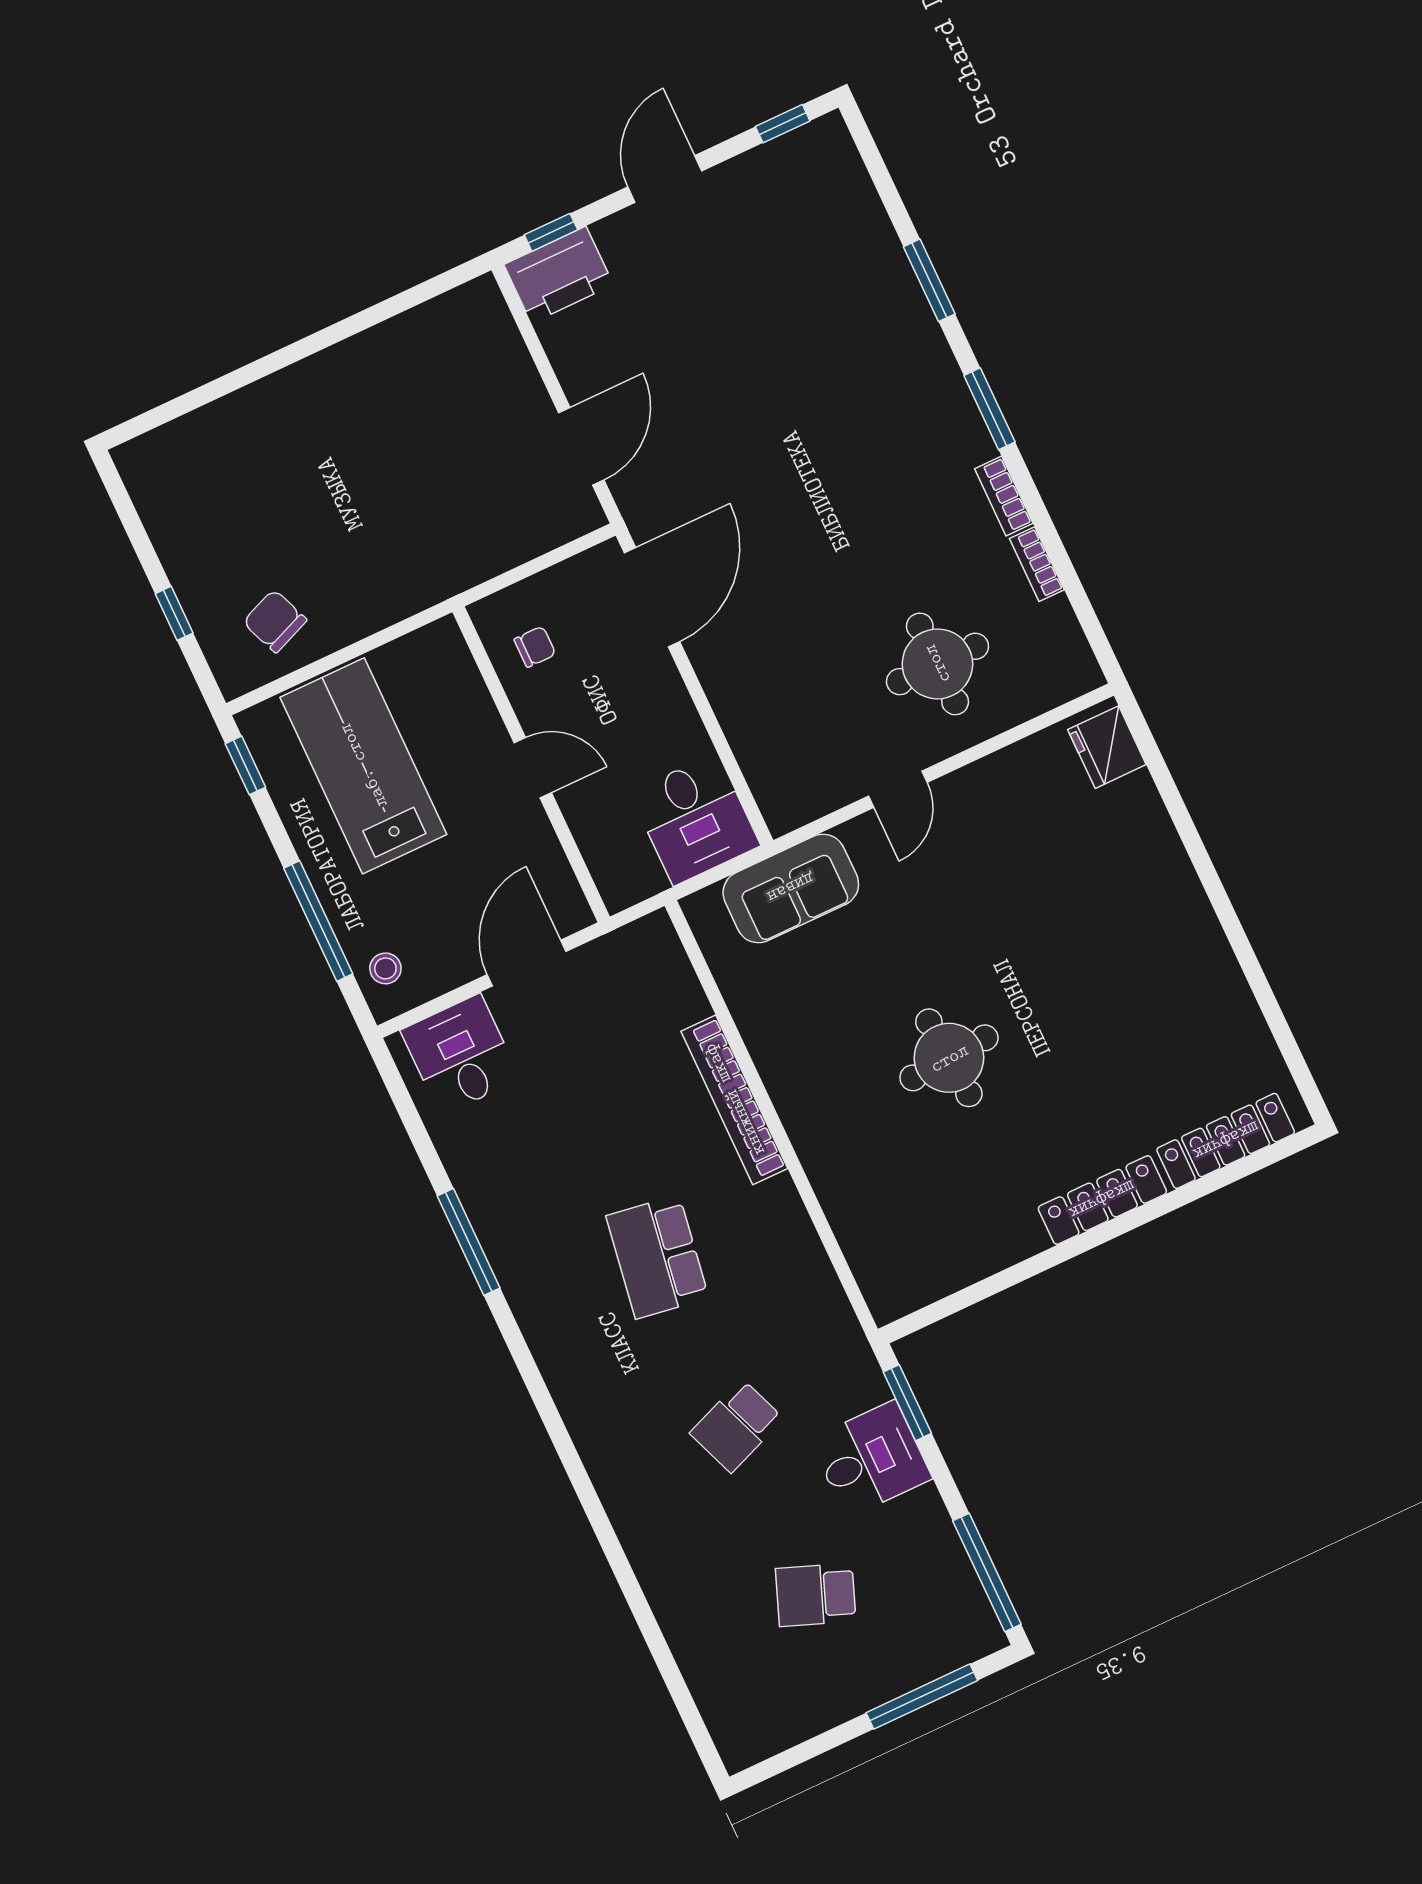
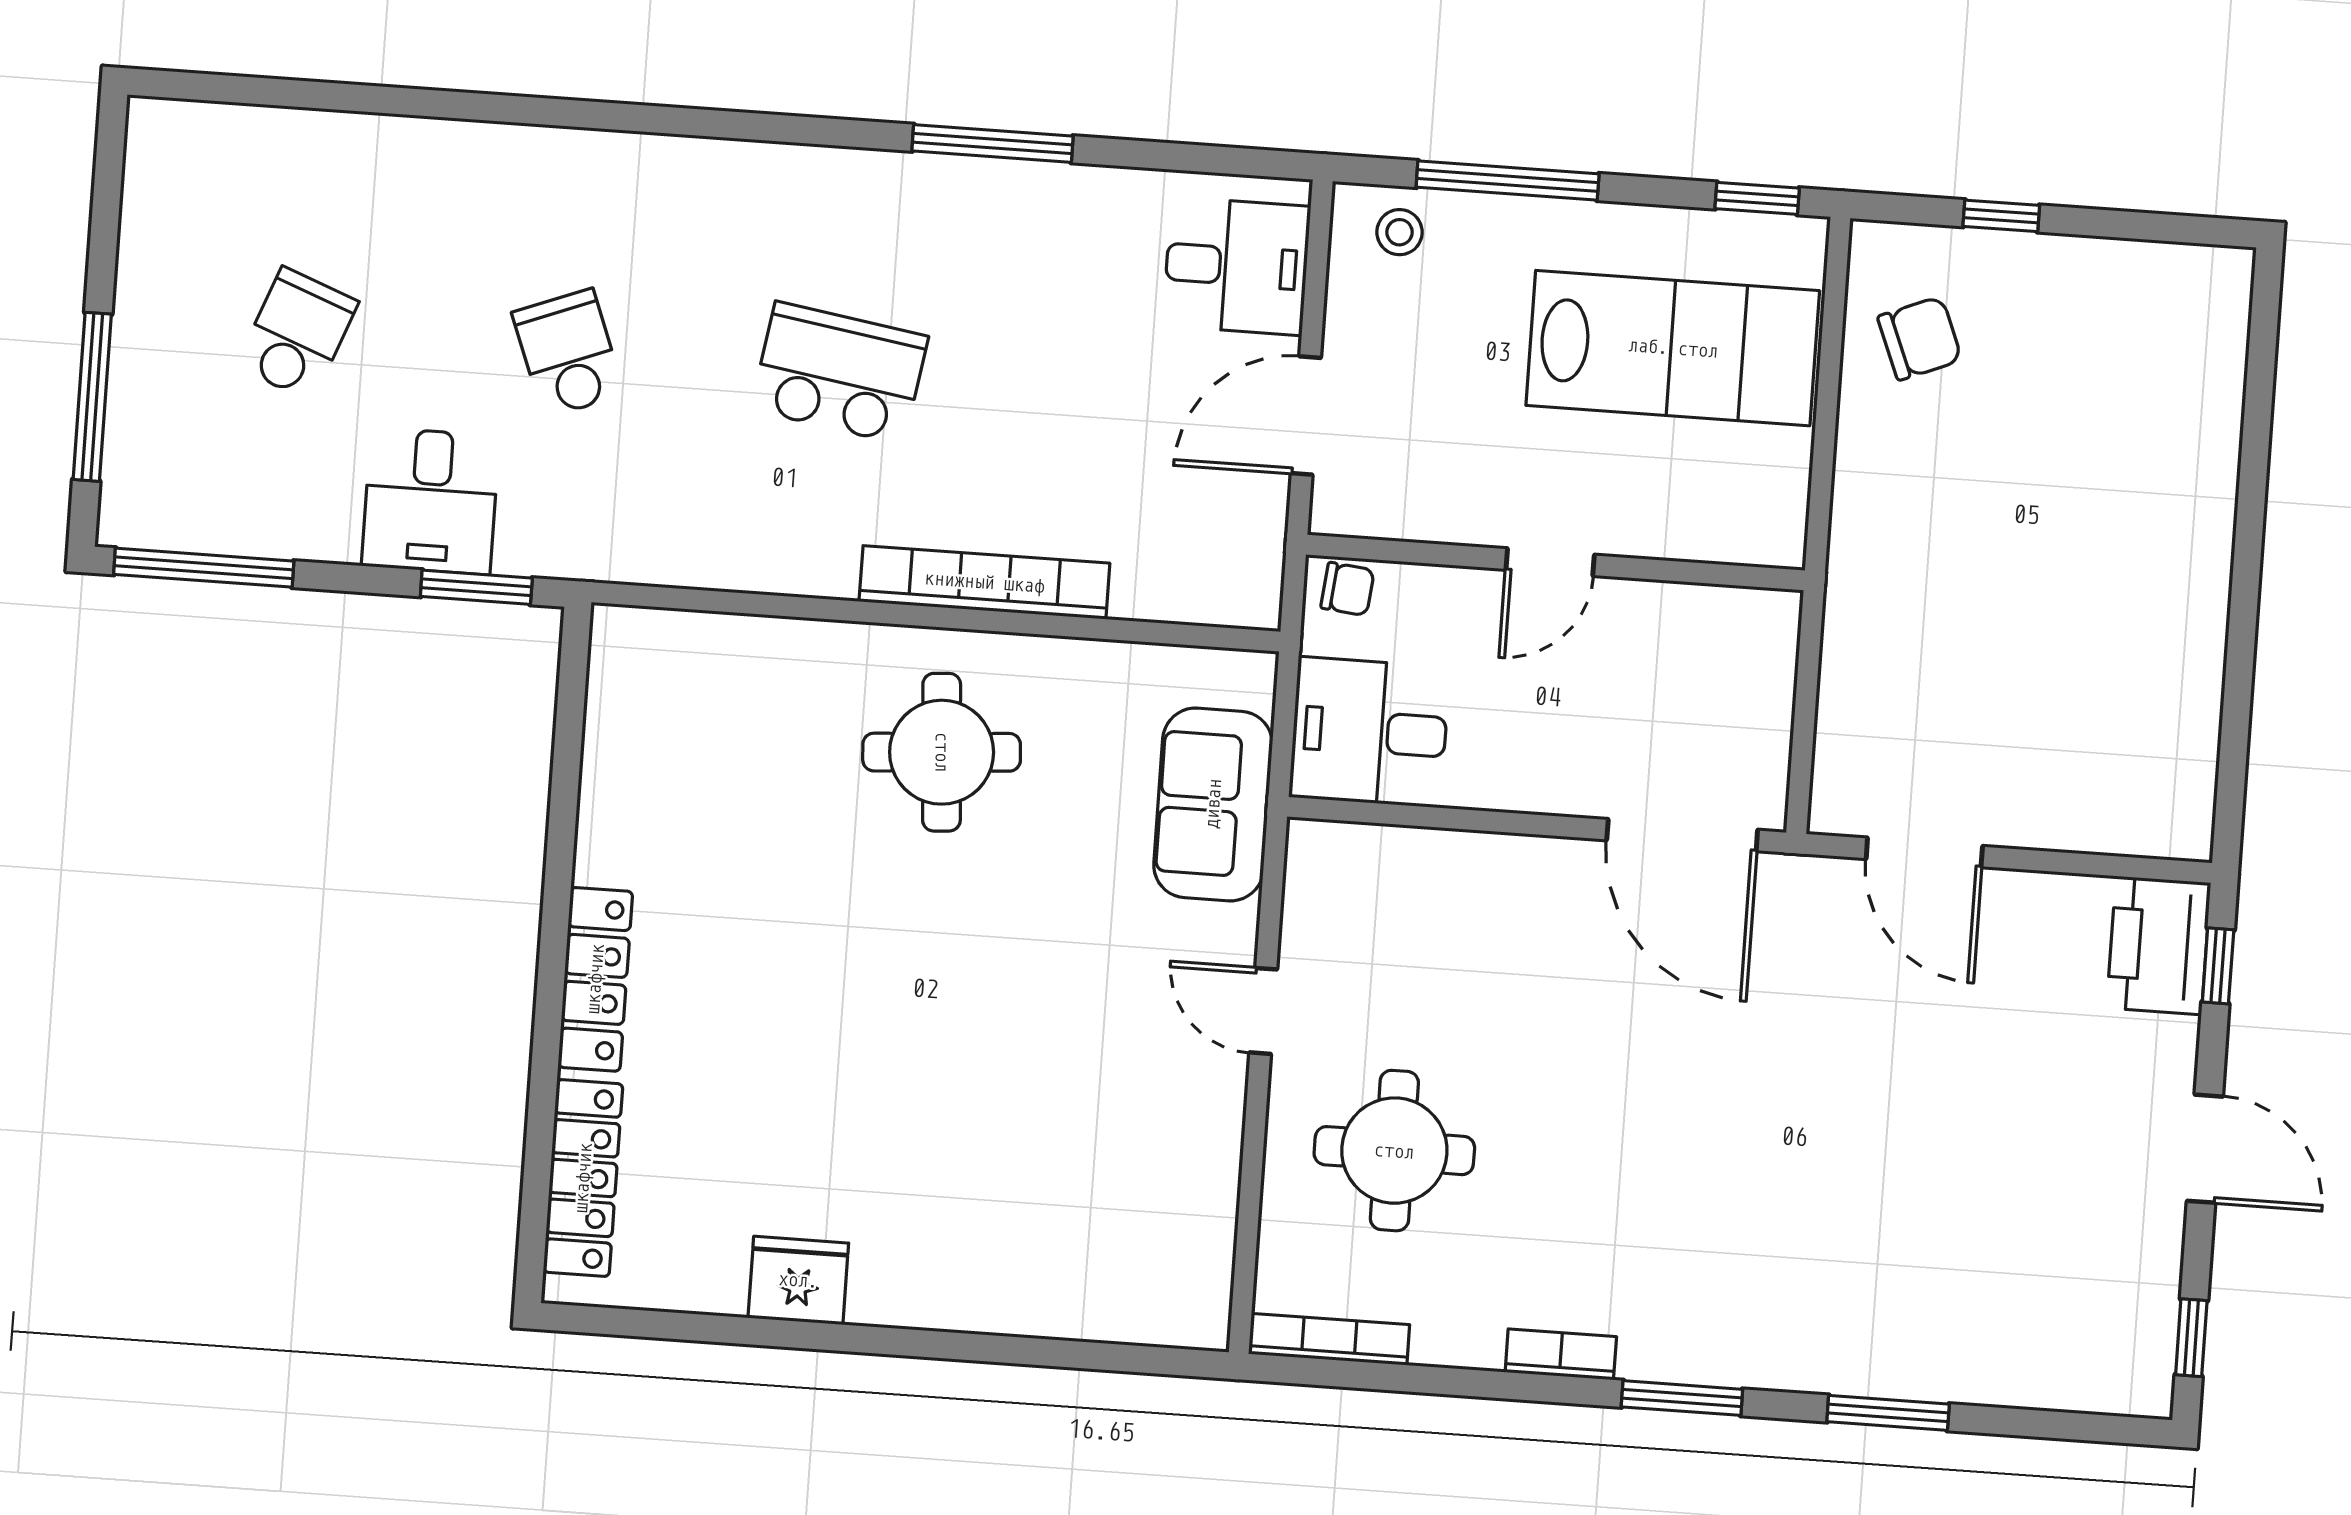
bookcase: (1037, 564) -> (1329, 1339), moved, width x1.56
chair: (535, 647) -> (1348, 589), moved, turned -84
fridge: (1107, 747) -> (798, 1280), moved
door: (527, 963) -> (1306, 415), swing flipped
round table: (949, 1058) -> (942, 752), moved

